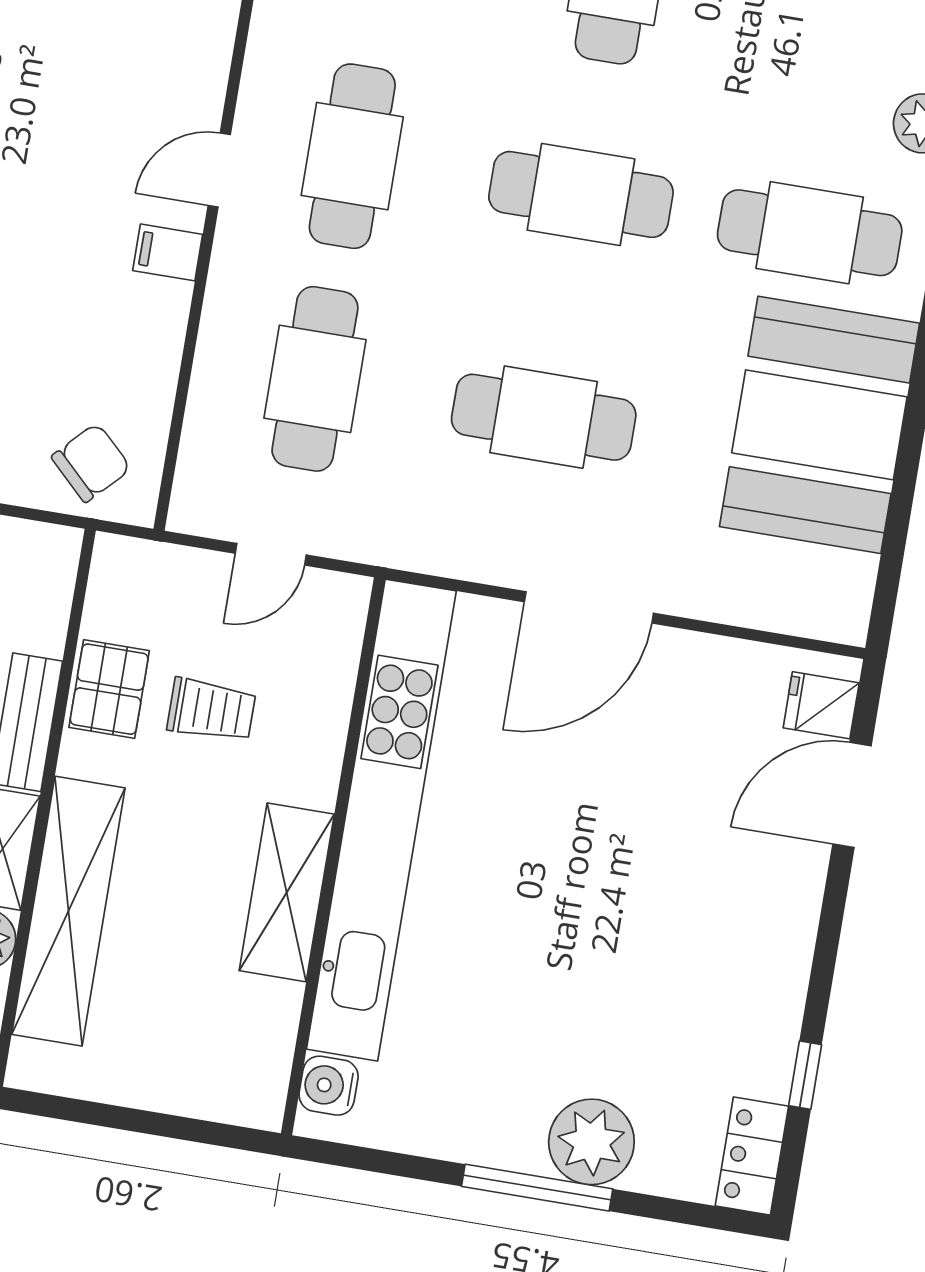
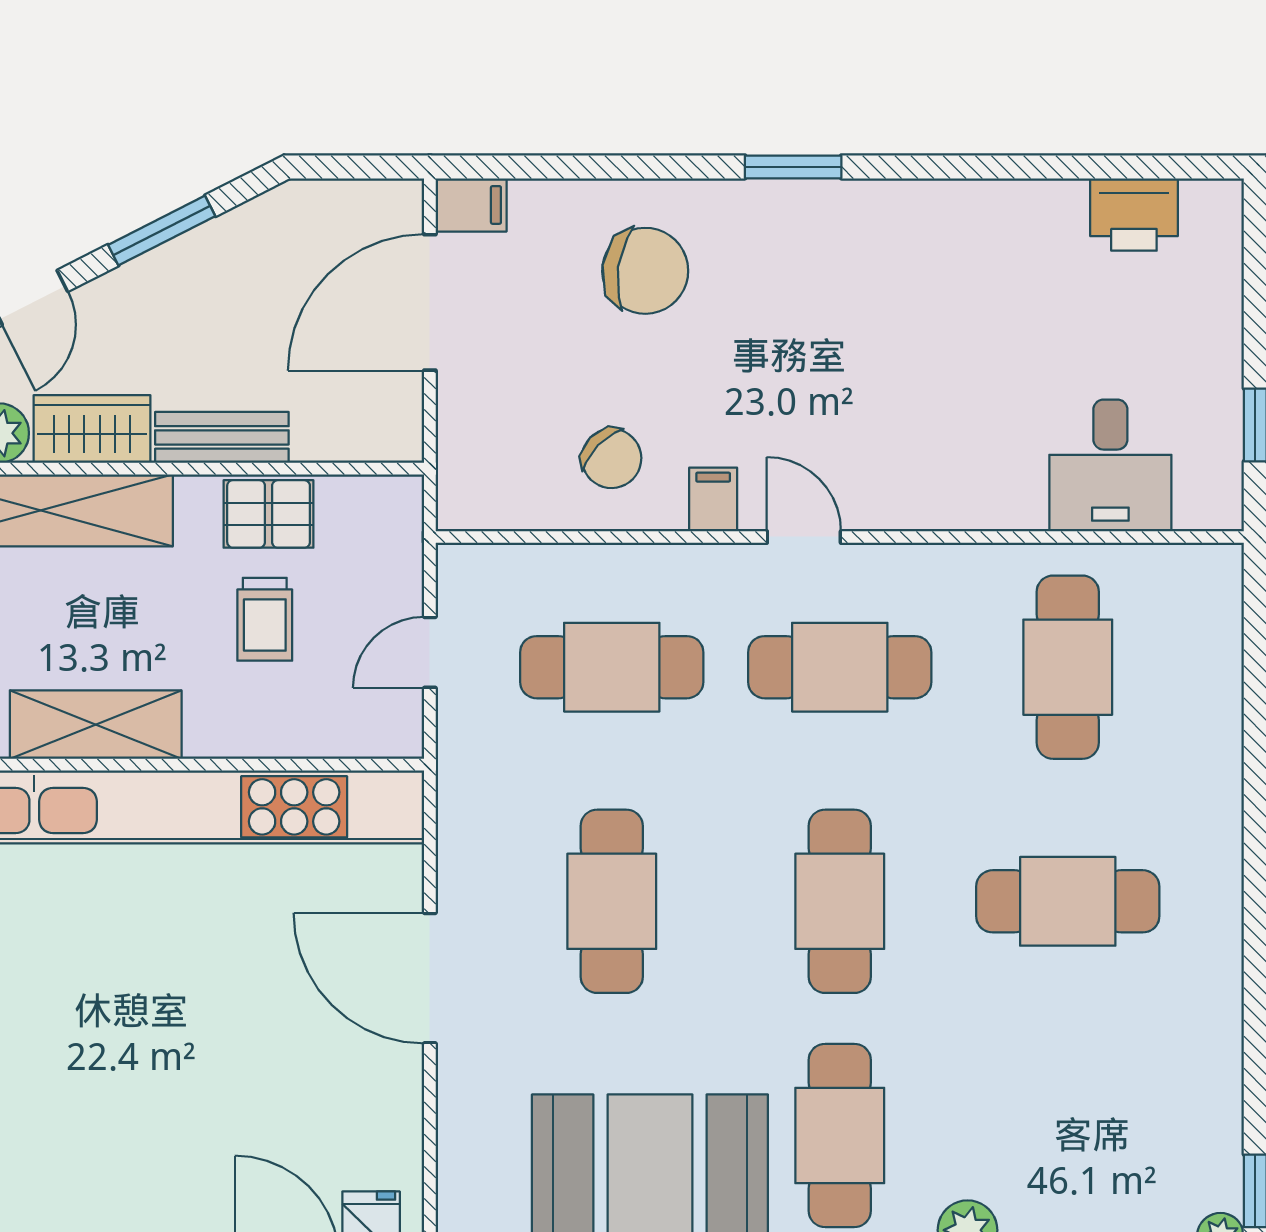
chair: (91, 463) -> (612, 458), moved
door: (271, 554) -> (430, 652), hinge flipped

